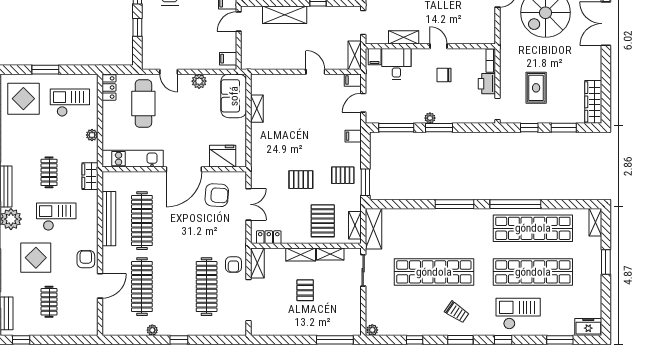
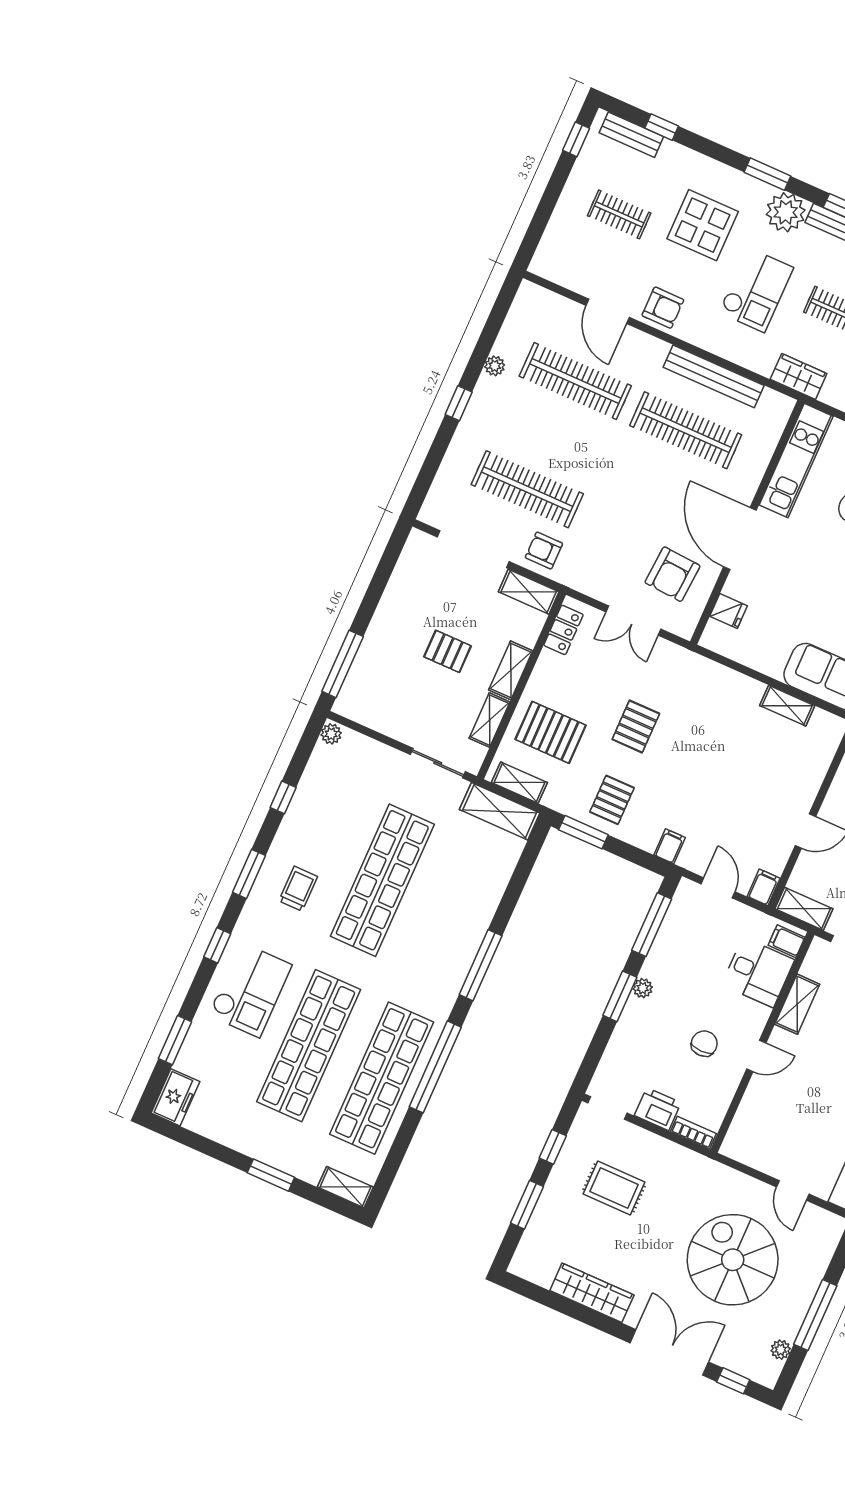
wardrobe: (593, 102) -> (592, 1293), moved
fridge: (223, 156) -> (728, 611), width x0.53, depth x0.75
trolley: (457, 312) -> (298, 889), turned 146

